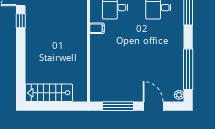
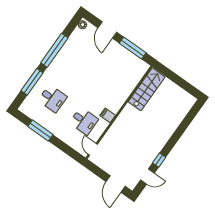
window: (188, 69) -> (54, 50), moved
stairs: (49, 93) -> (147, 89), moved, turned -90

